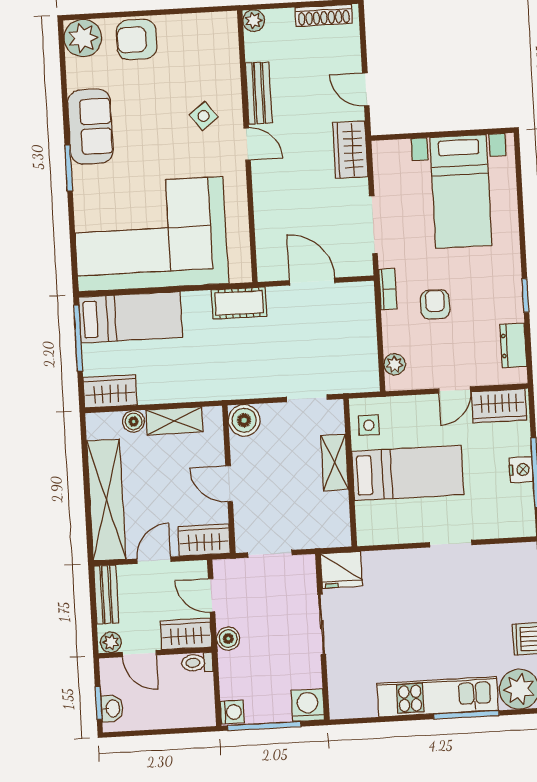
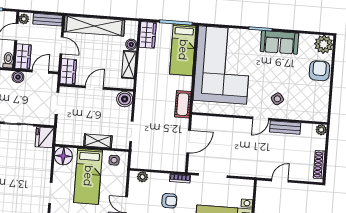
wardrobe: (350, 150) -> (251, 169), removed
floor lamp: (374, 527) -> (63, 156), added

